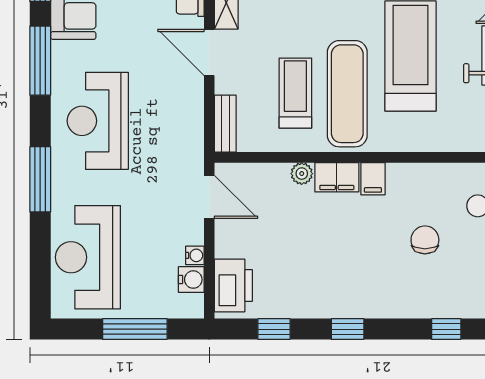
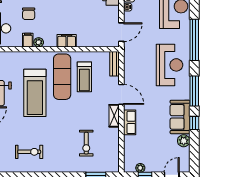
plant: (302, 174) -> (39, 42), moved
window: (40, 179) -> (194, 40), width x1.46
filing cabinet: (373, 179) -> (28, 40), moved
door: (209, 197) -> (121, 32), swing flipped

